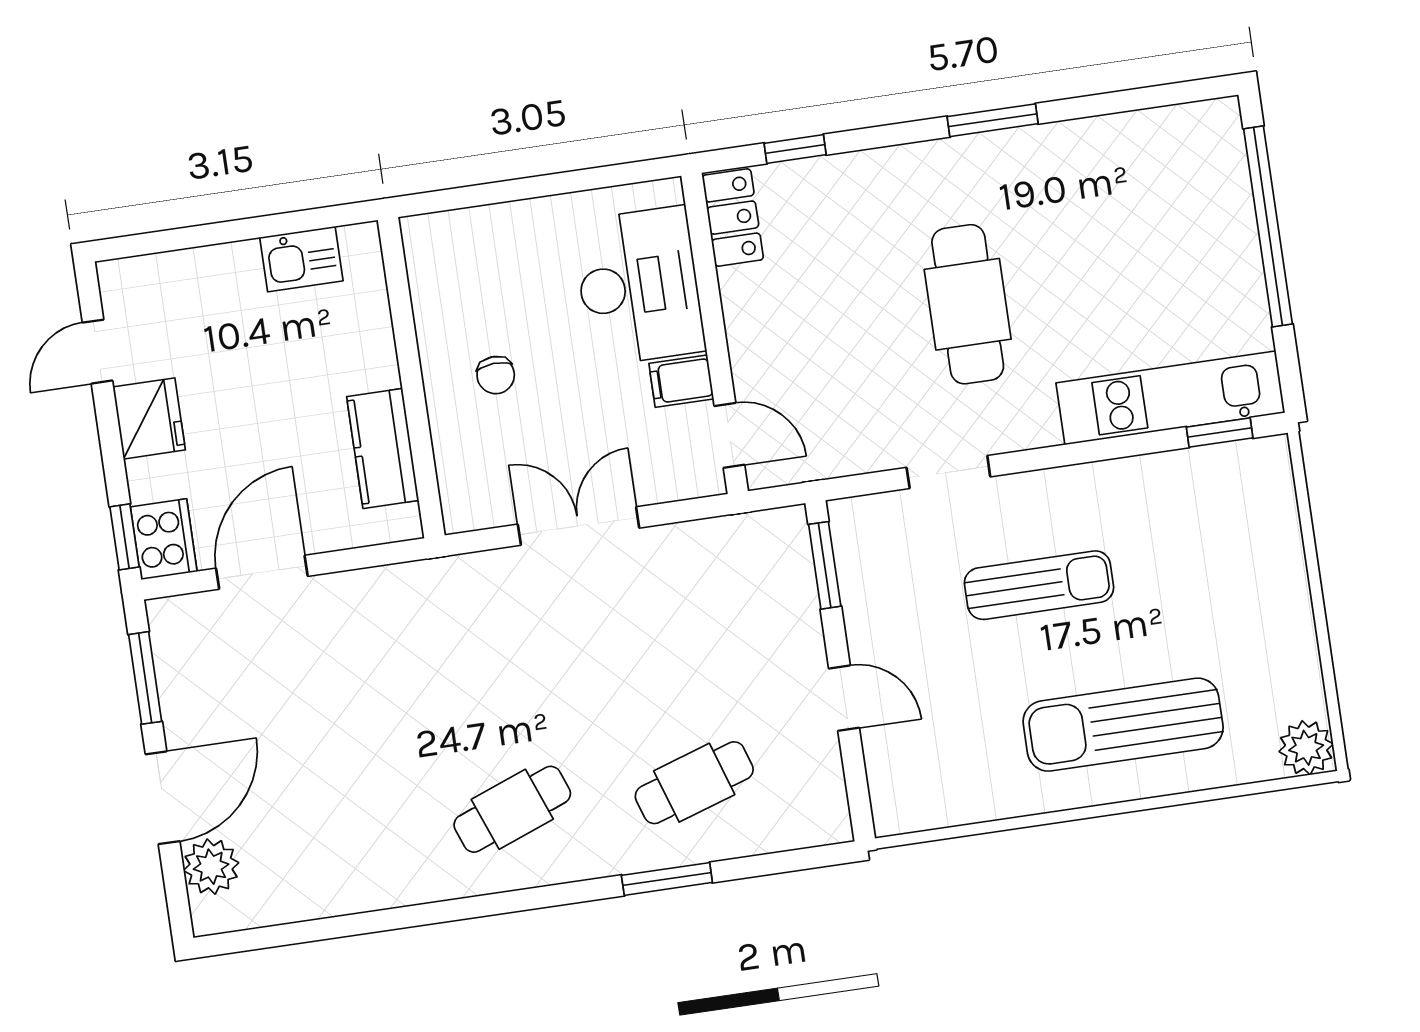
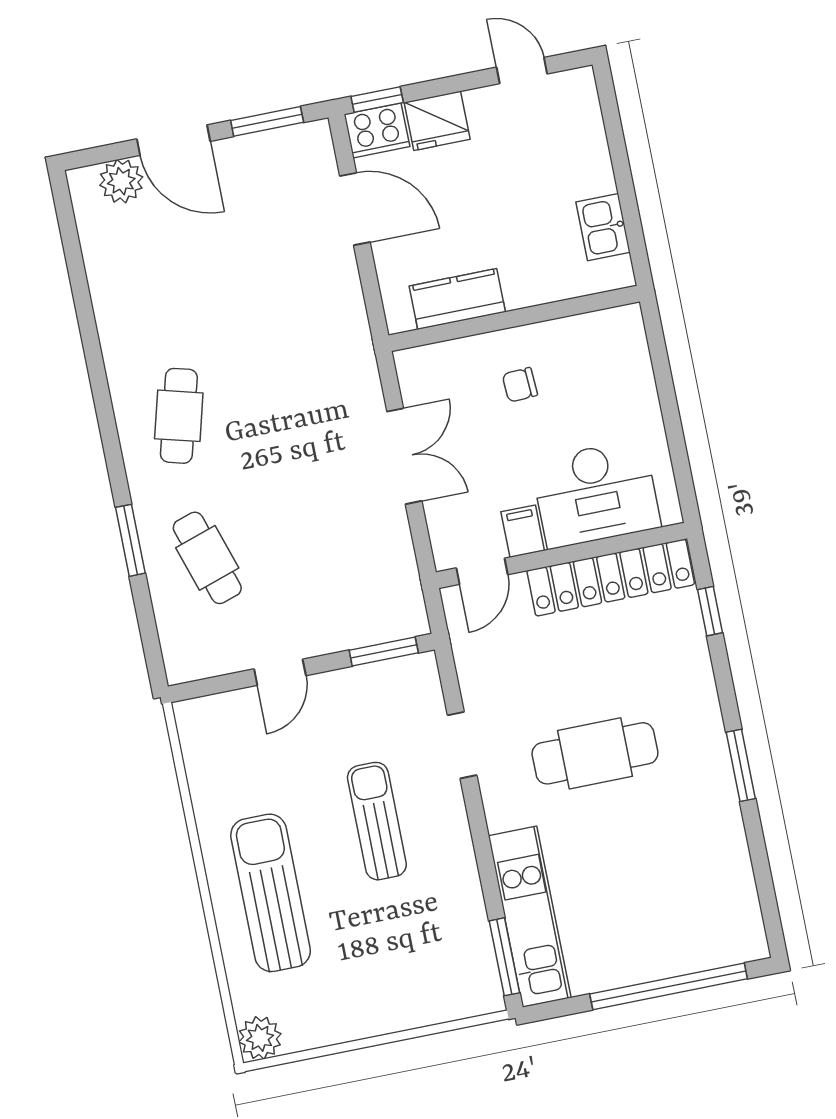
locker: (733, 218) -> (611, 578), width x2.16, depth x1.21
fridge: (149, 418) -> (437, 121), moved
window: (1220, 433) -> (504, 957), width x1.50
sun lounger: (1039, 585) -> (377, 821), turned 180
cafe table: (512, 809) -> (179, 416), turned 36

